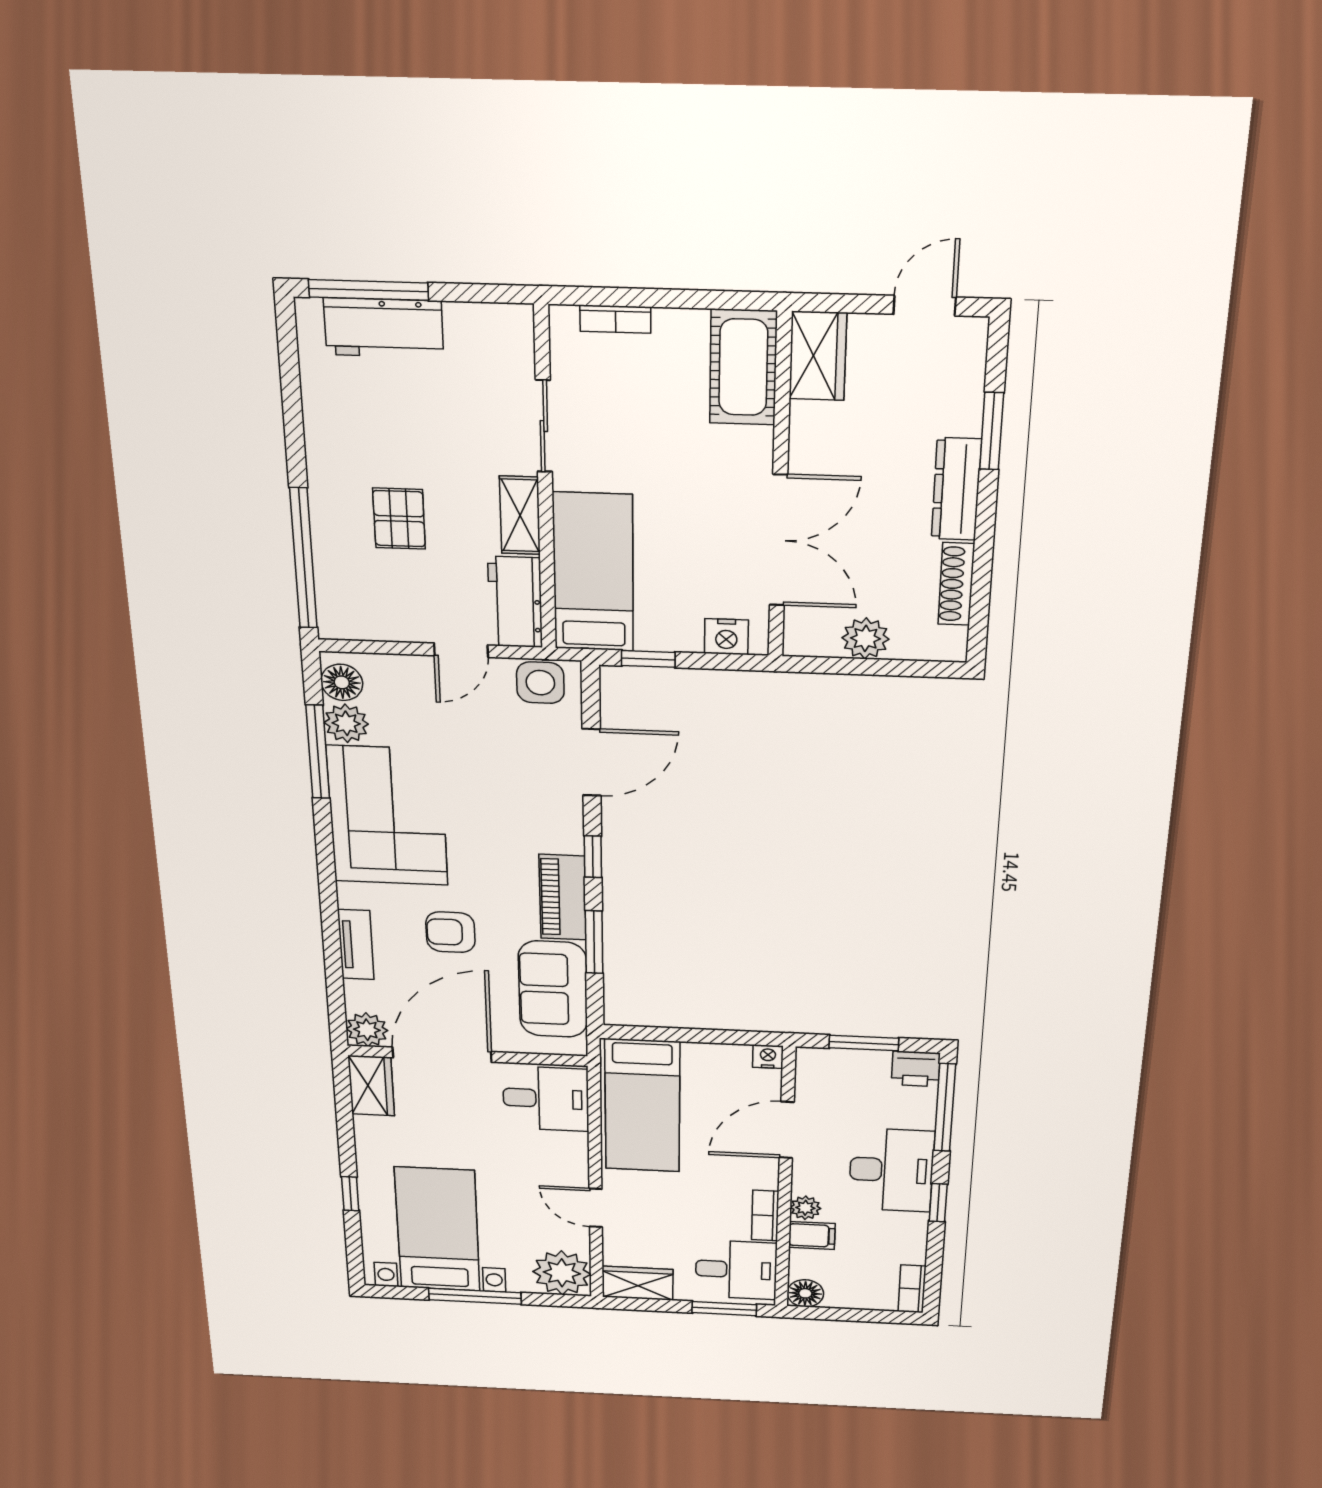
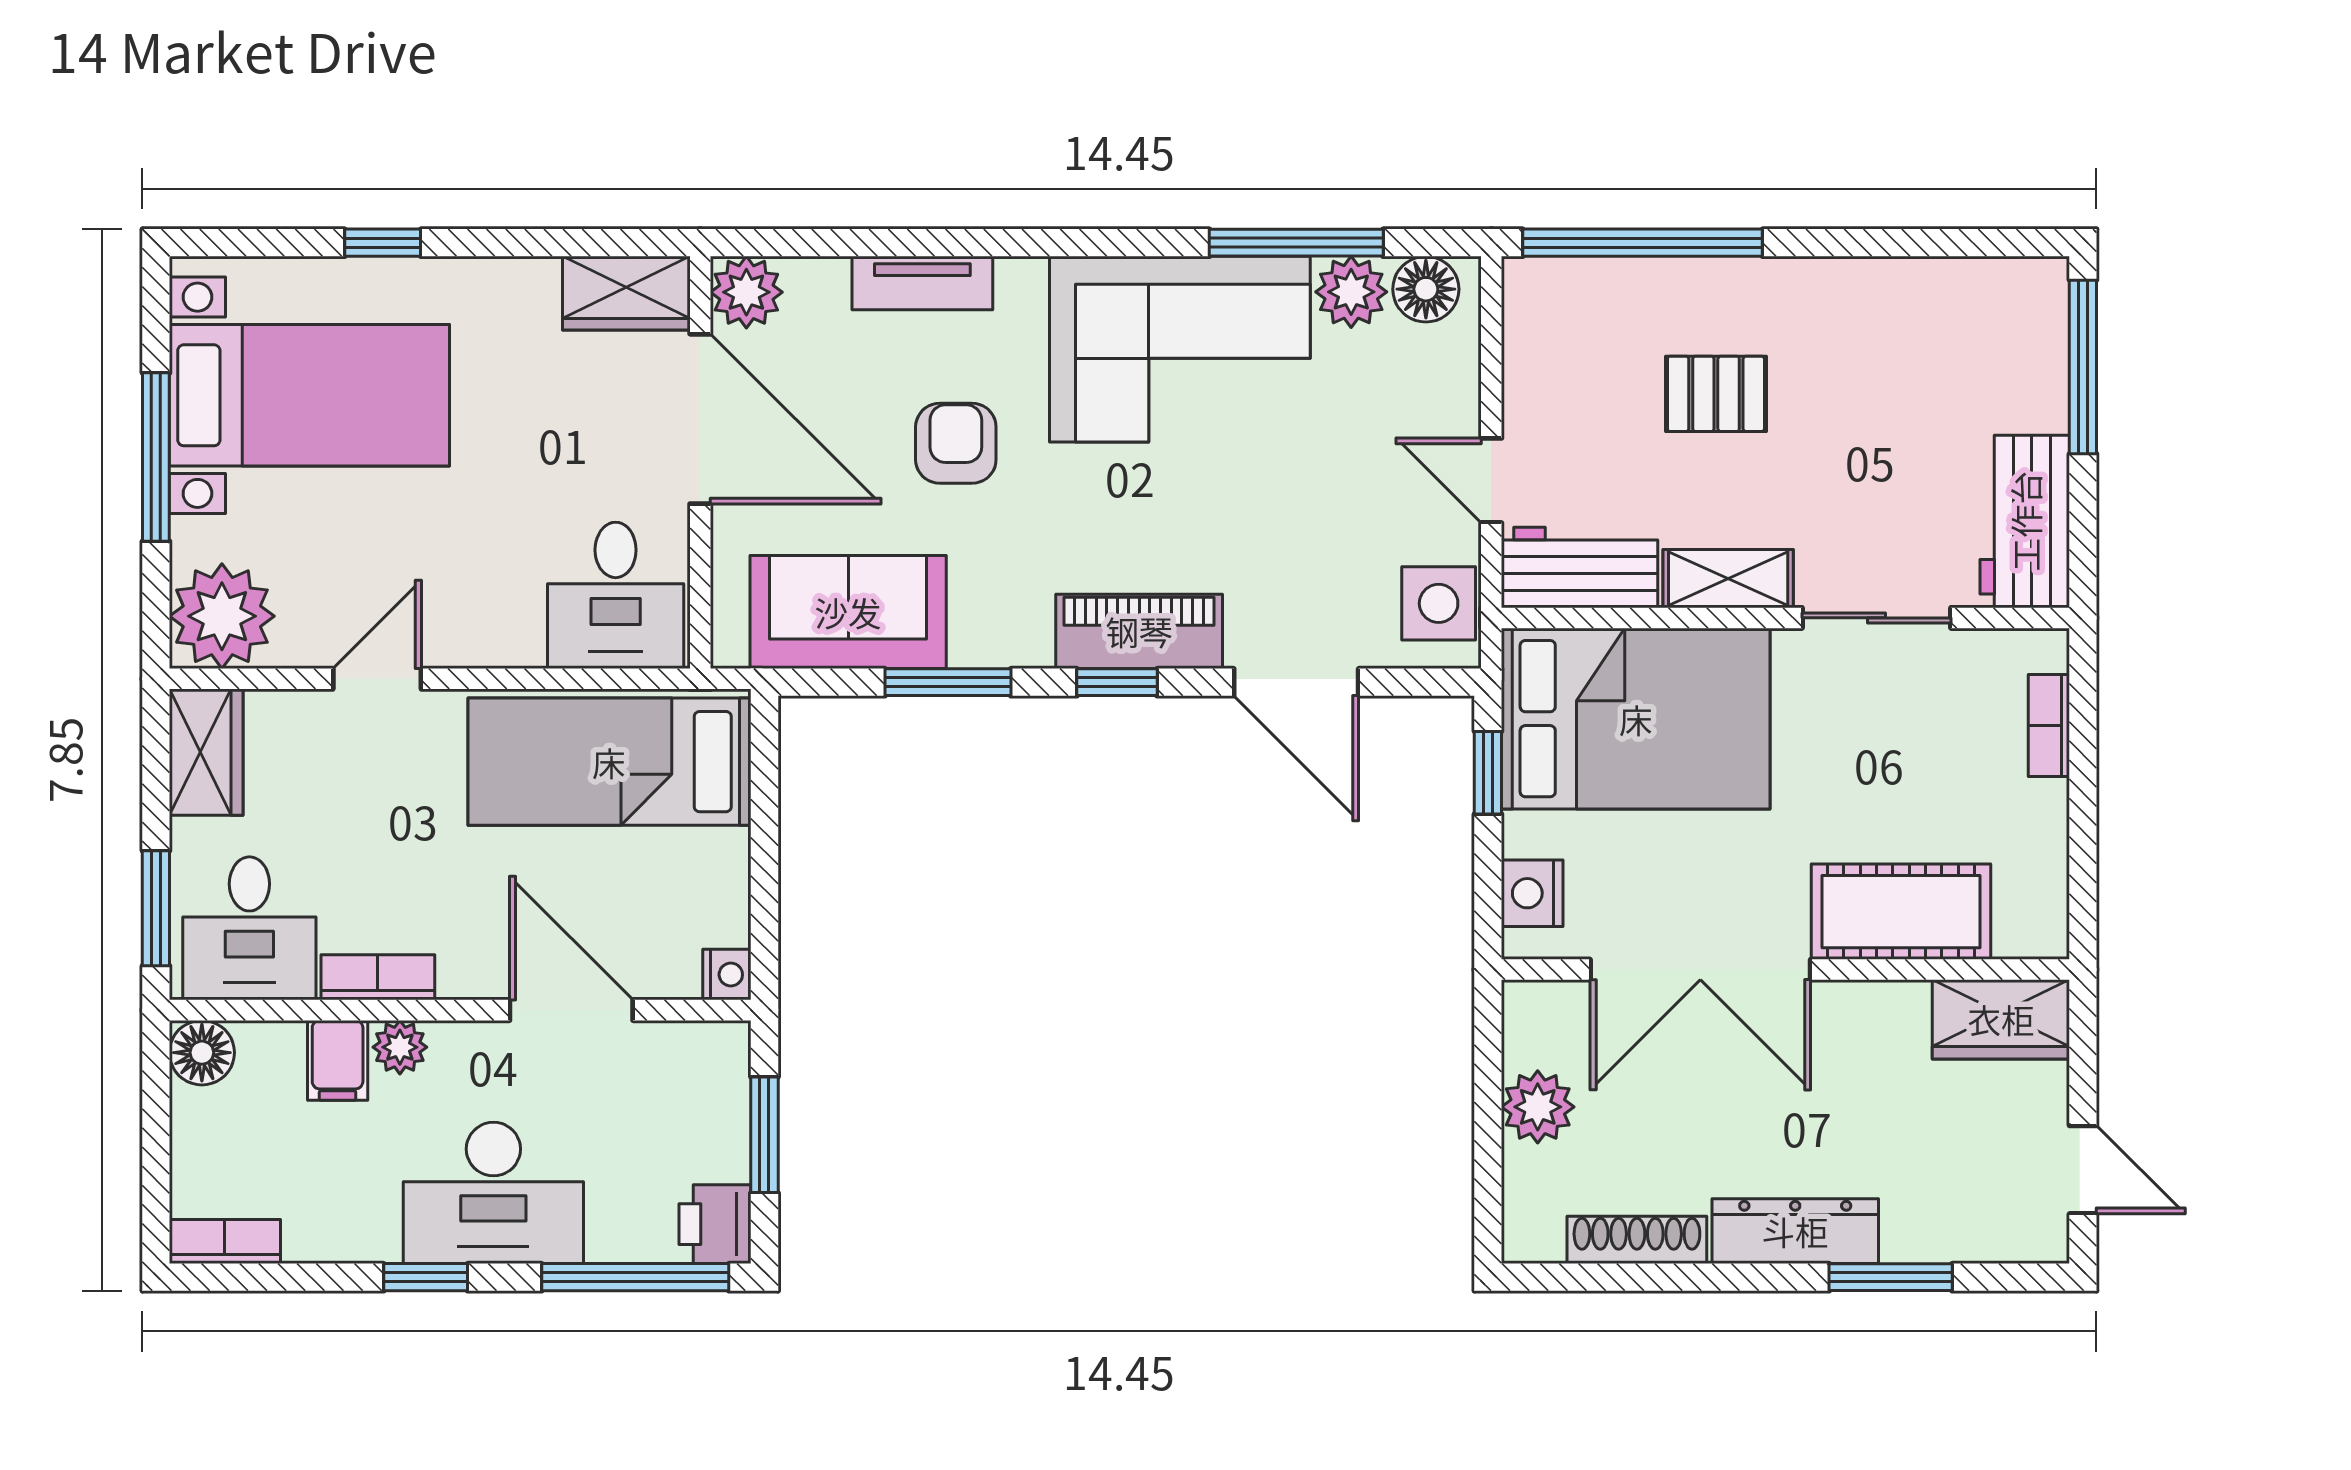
workbench: (384, 328) -> (2025, 521), moved
cot: (743, 367) -> (1901, 912), moved
bed: (593, 572) -> (1636, 719), width x1.50
piano: (563, 897) -> (1139, 631), moved

